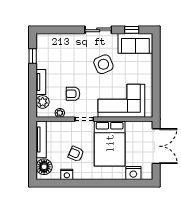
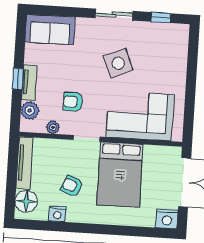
sofa: (135, 43) -> (50, 29), moved
window: (33, 56) -> (18, 79), moved
nightstand: (133, 173) -> (167, 219), moved

